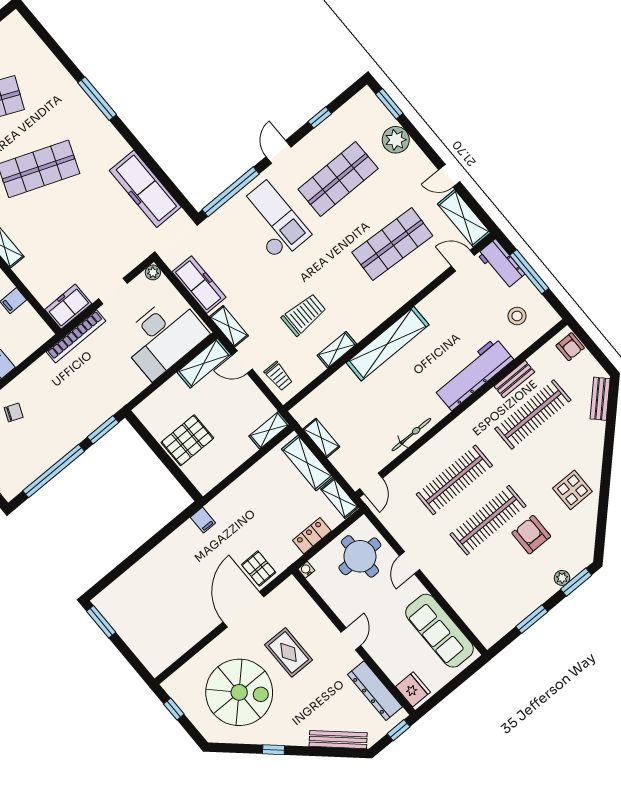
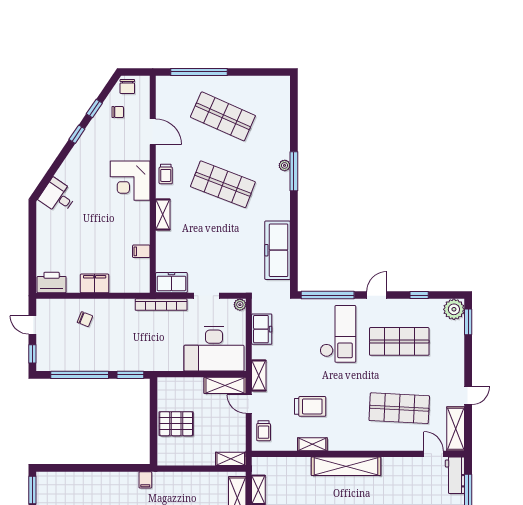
plant: (83, 101) -> (285, 165), added
plant: (396, 140) -> (454, 309), moved
door: (449, 176) -> (468, 396), swing flipped
freezer: (199, 285) -> (262, 329), width x0.71

